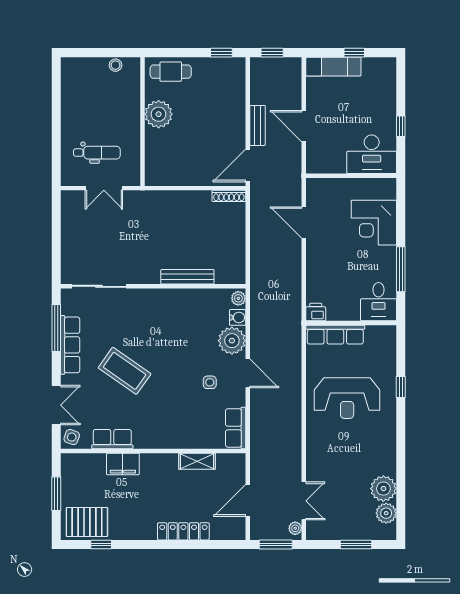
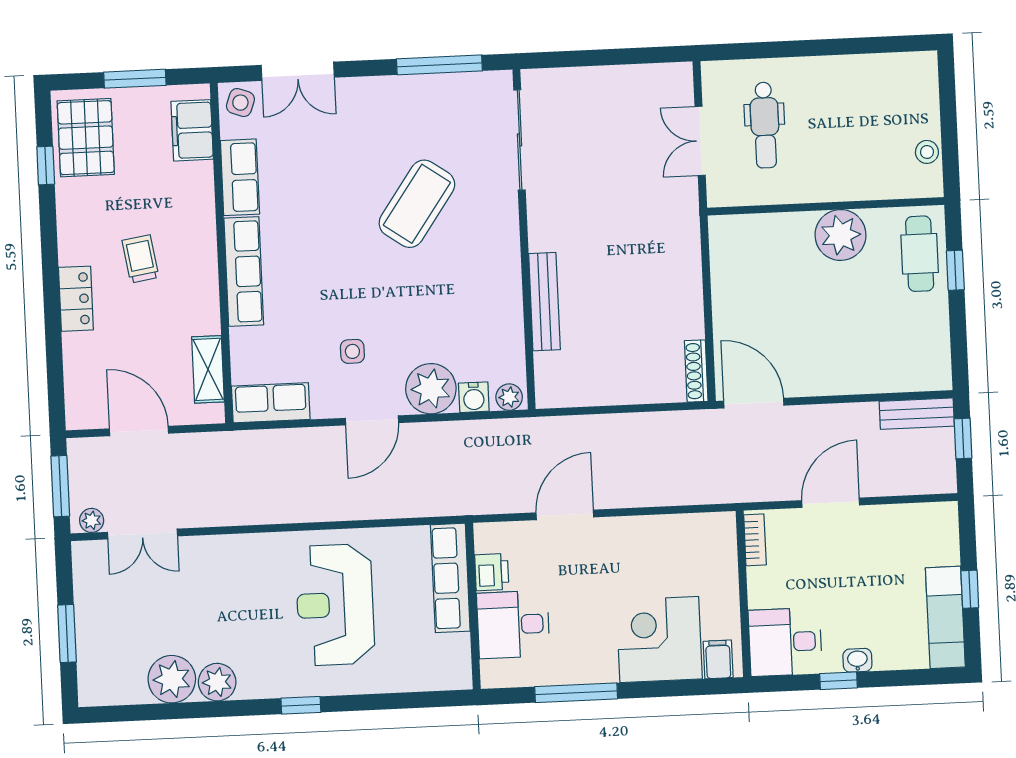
window: (221, 53) -> (955, 270), moved
exam couch: (333, 67) -> (945, 617), moved
washbasin: (390, 115) -> (857, 660), added
bench: (258, 125) -> (917, 414), moved
desk: (372, 154) -> (785, 642), width x0.73
bookcase: (322, 168) -> (755, 540), added
filing cabinet: (386, 191) -> (718, 659), added
door: (304, 223) -> (565, 515), moved
desk: (379, 302) -> (513, 625), moved
printer: (316, 312) -> (492, 572), moved
row of seats: (70, 345) -> (244, 272), moved, turned -90
coffee table: (125, 371) -> (417, 204), moved
window: (401, 387) -> (301, 705), moved
shelving: (197, 461) -> (208, 369), moved
filing cabinet: (123, 464) -> (192, 130), moved
trolley: (154, 495) -> (140, 259), added
plant: (386, 513) -> (217, 682), moved
locker: (183, 531) -> (76, 299), width x0.66

